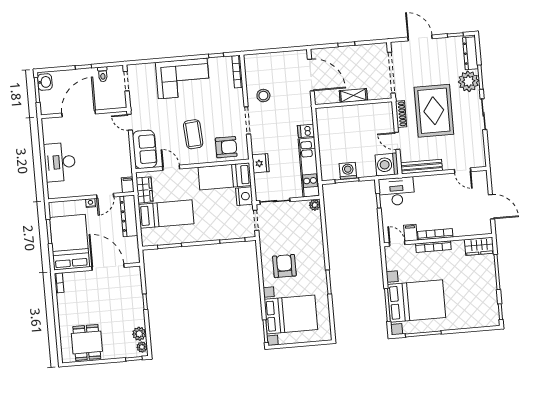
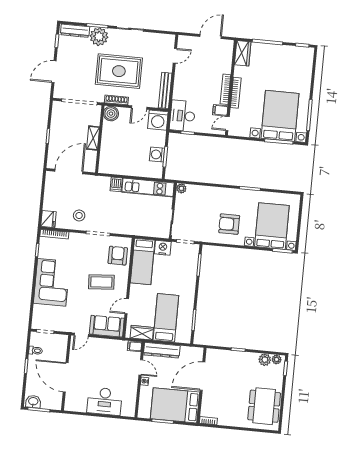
boiler: (384, 111) -> (111, 114), added
fridge: (260, 163) -> (48, 219), moved, turned 90
dining table: (87, 342) -> (264, 406), width x1.38

